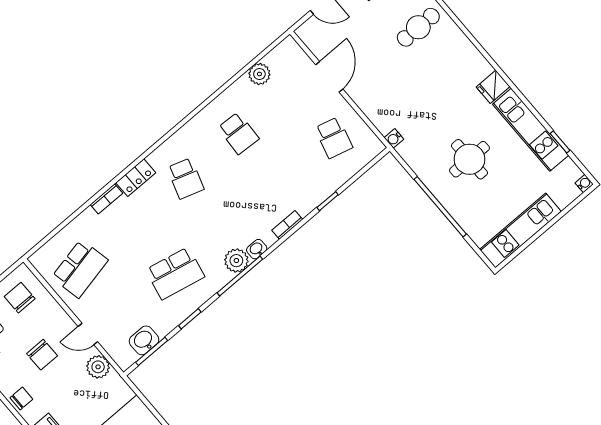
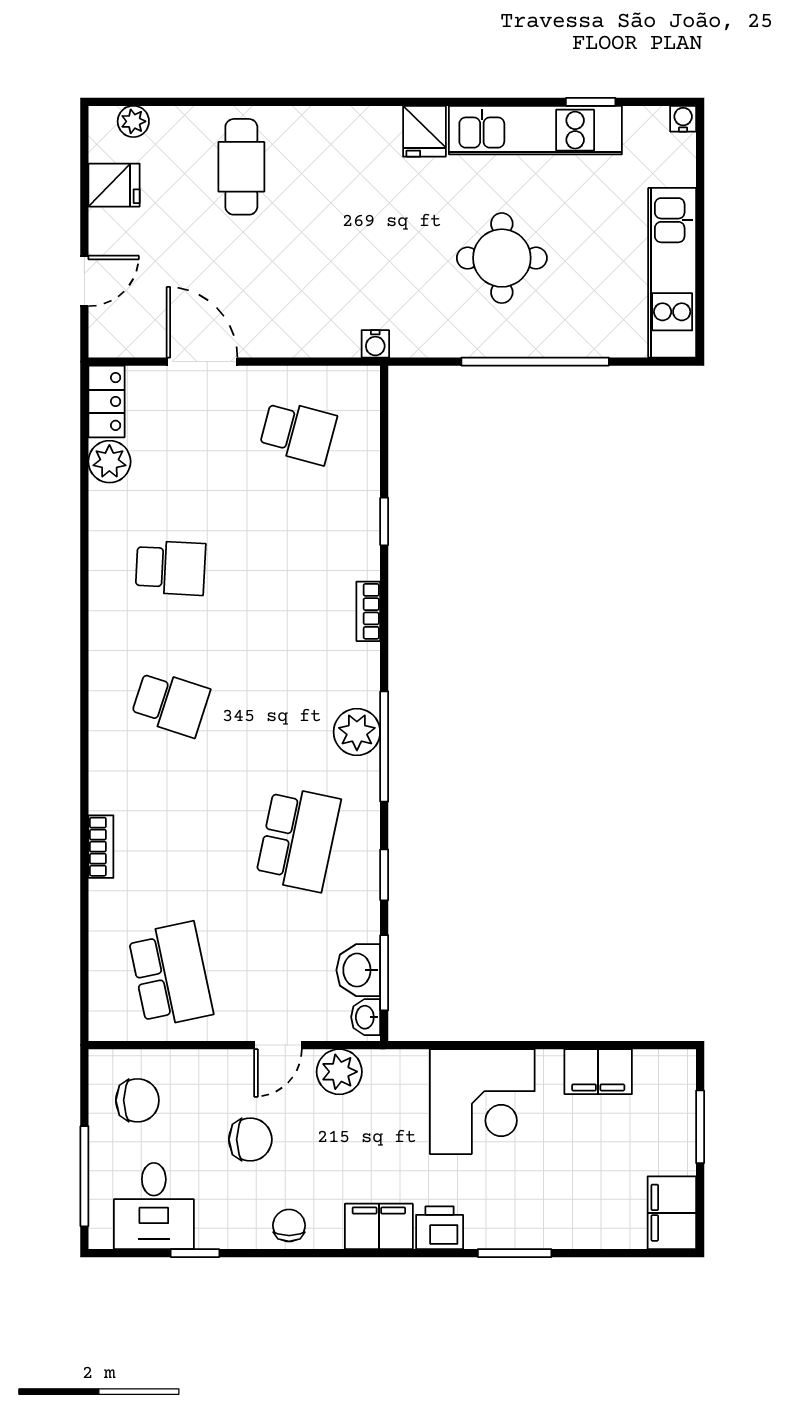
locker: (136, 178) -> (107, 401), moved
washbasin: (257, 249) -> (366, 1017), moved
chair: (20, 298) -> (137, 1100), turned 180

